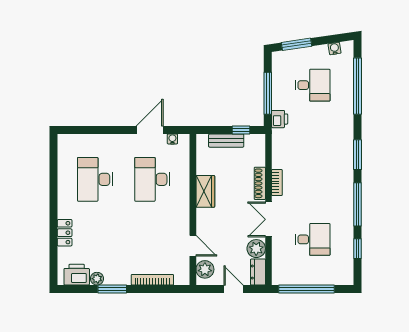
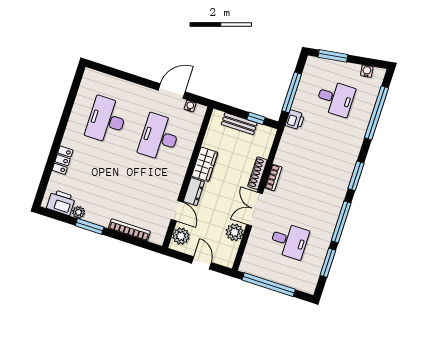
window: (357, 249) -> (328, 263), width x1.50
dresser: (258, 272) -> (194, 192), moved, turned 180

